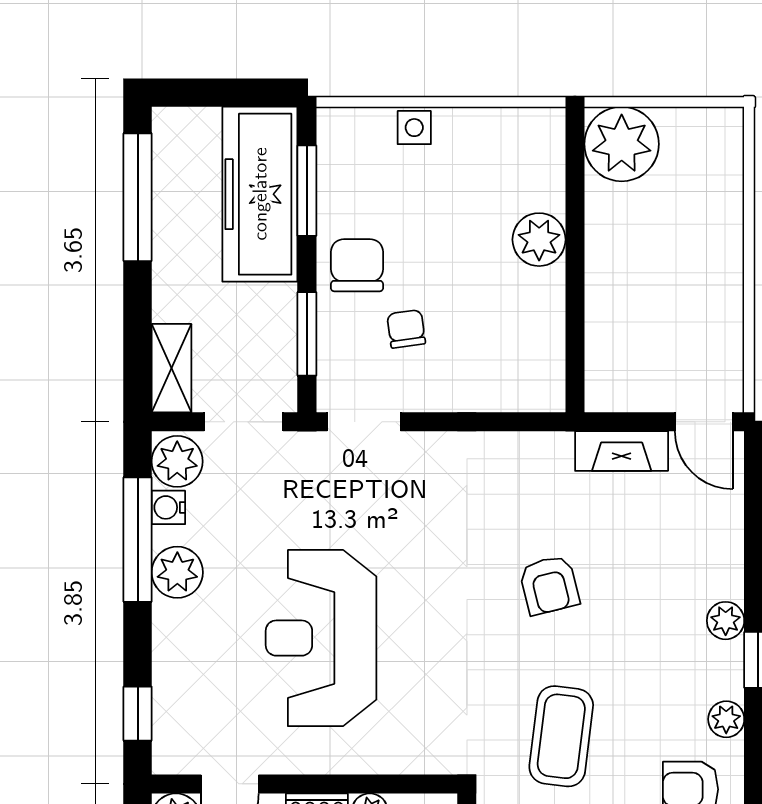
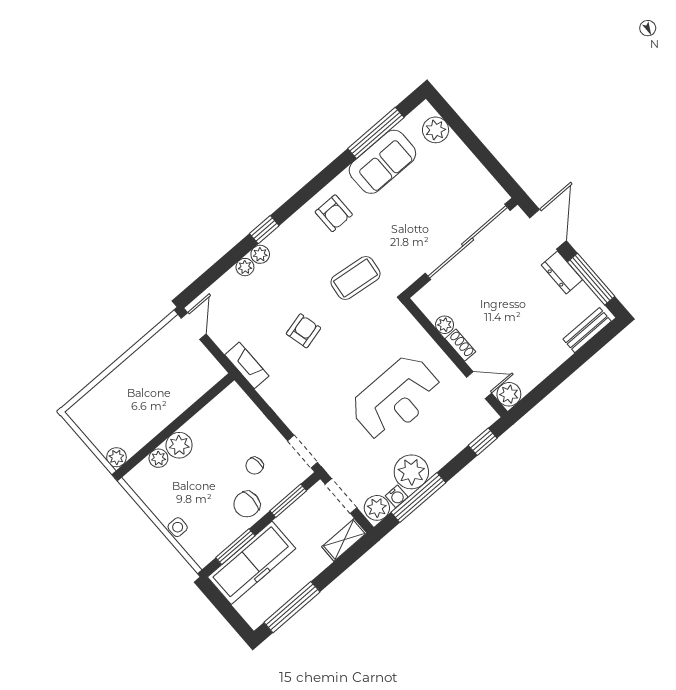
plant: (622, 144) -> (116, 457), width x0.53, depth x0.53
plant: (546, 190) -> (158, 458), added
fireplace: (622, 451) -> (247, 365), moved
plant: (177, 572) -> (411, 472), width x1.36, depth x1.36
plant: (726, 719) -> (245, 267), moved

